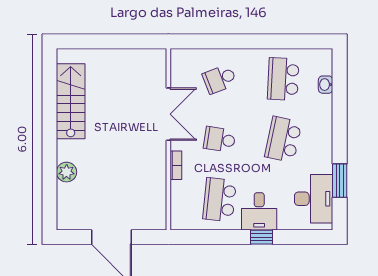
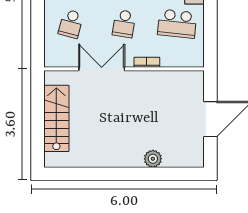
school desk: (220, 79) -> (71, 24), turned 36
stairs: (71, 101) -> (56, 118), moved, turned 90

